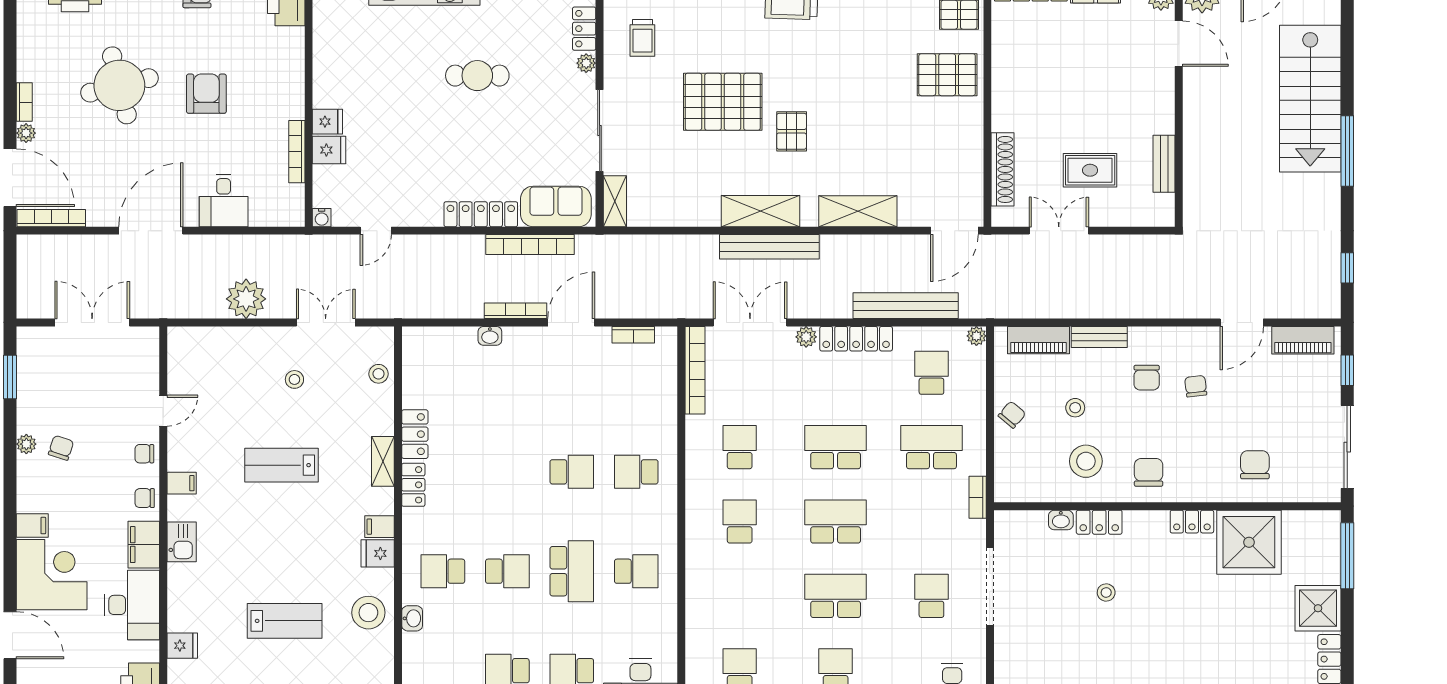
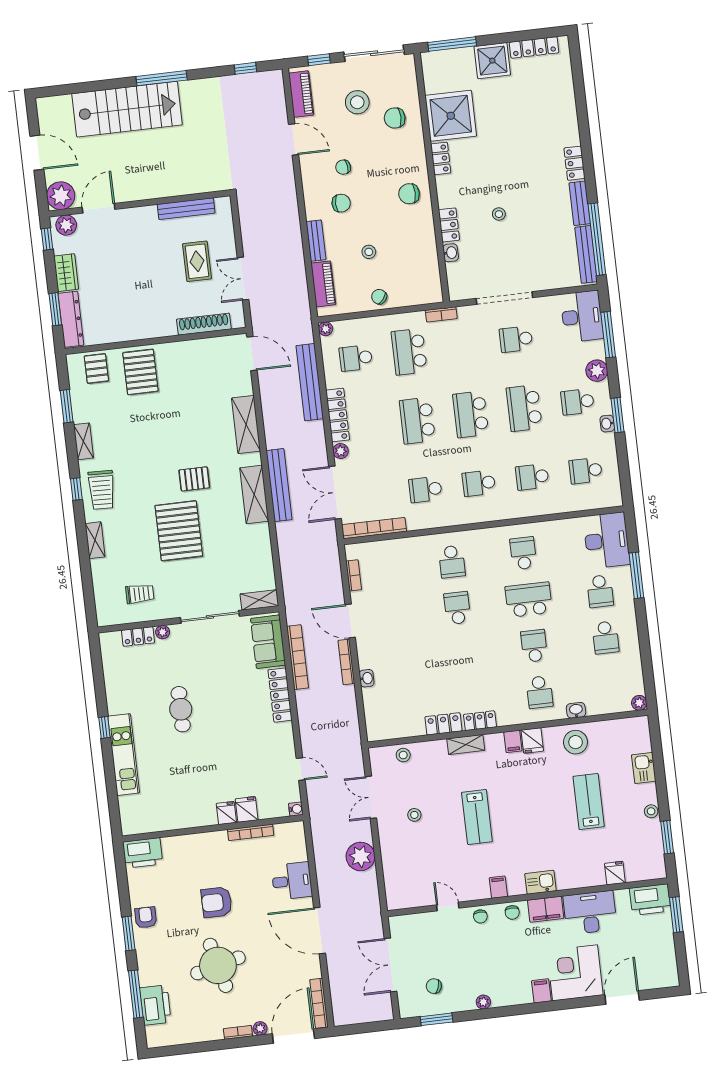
bench: (1164, 164) -> (186, 209), width x1.36
chair: (61, 448) -> (434, 986), moved
stool: (1086, 461) -> (357, 102), moved
school desk: (740, 596) -> (532, 477), added

